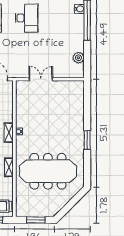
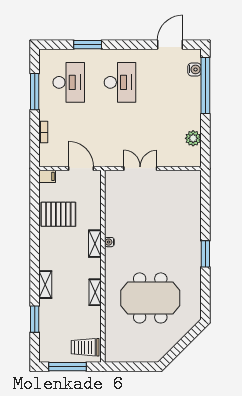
meeting table: (48, 171) -> (150, 298), width x0.73
window: (36, 220) -> (133, 367), removed

